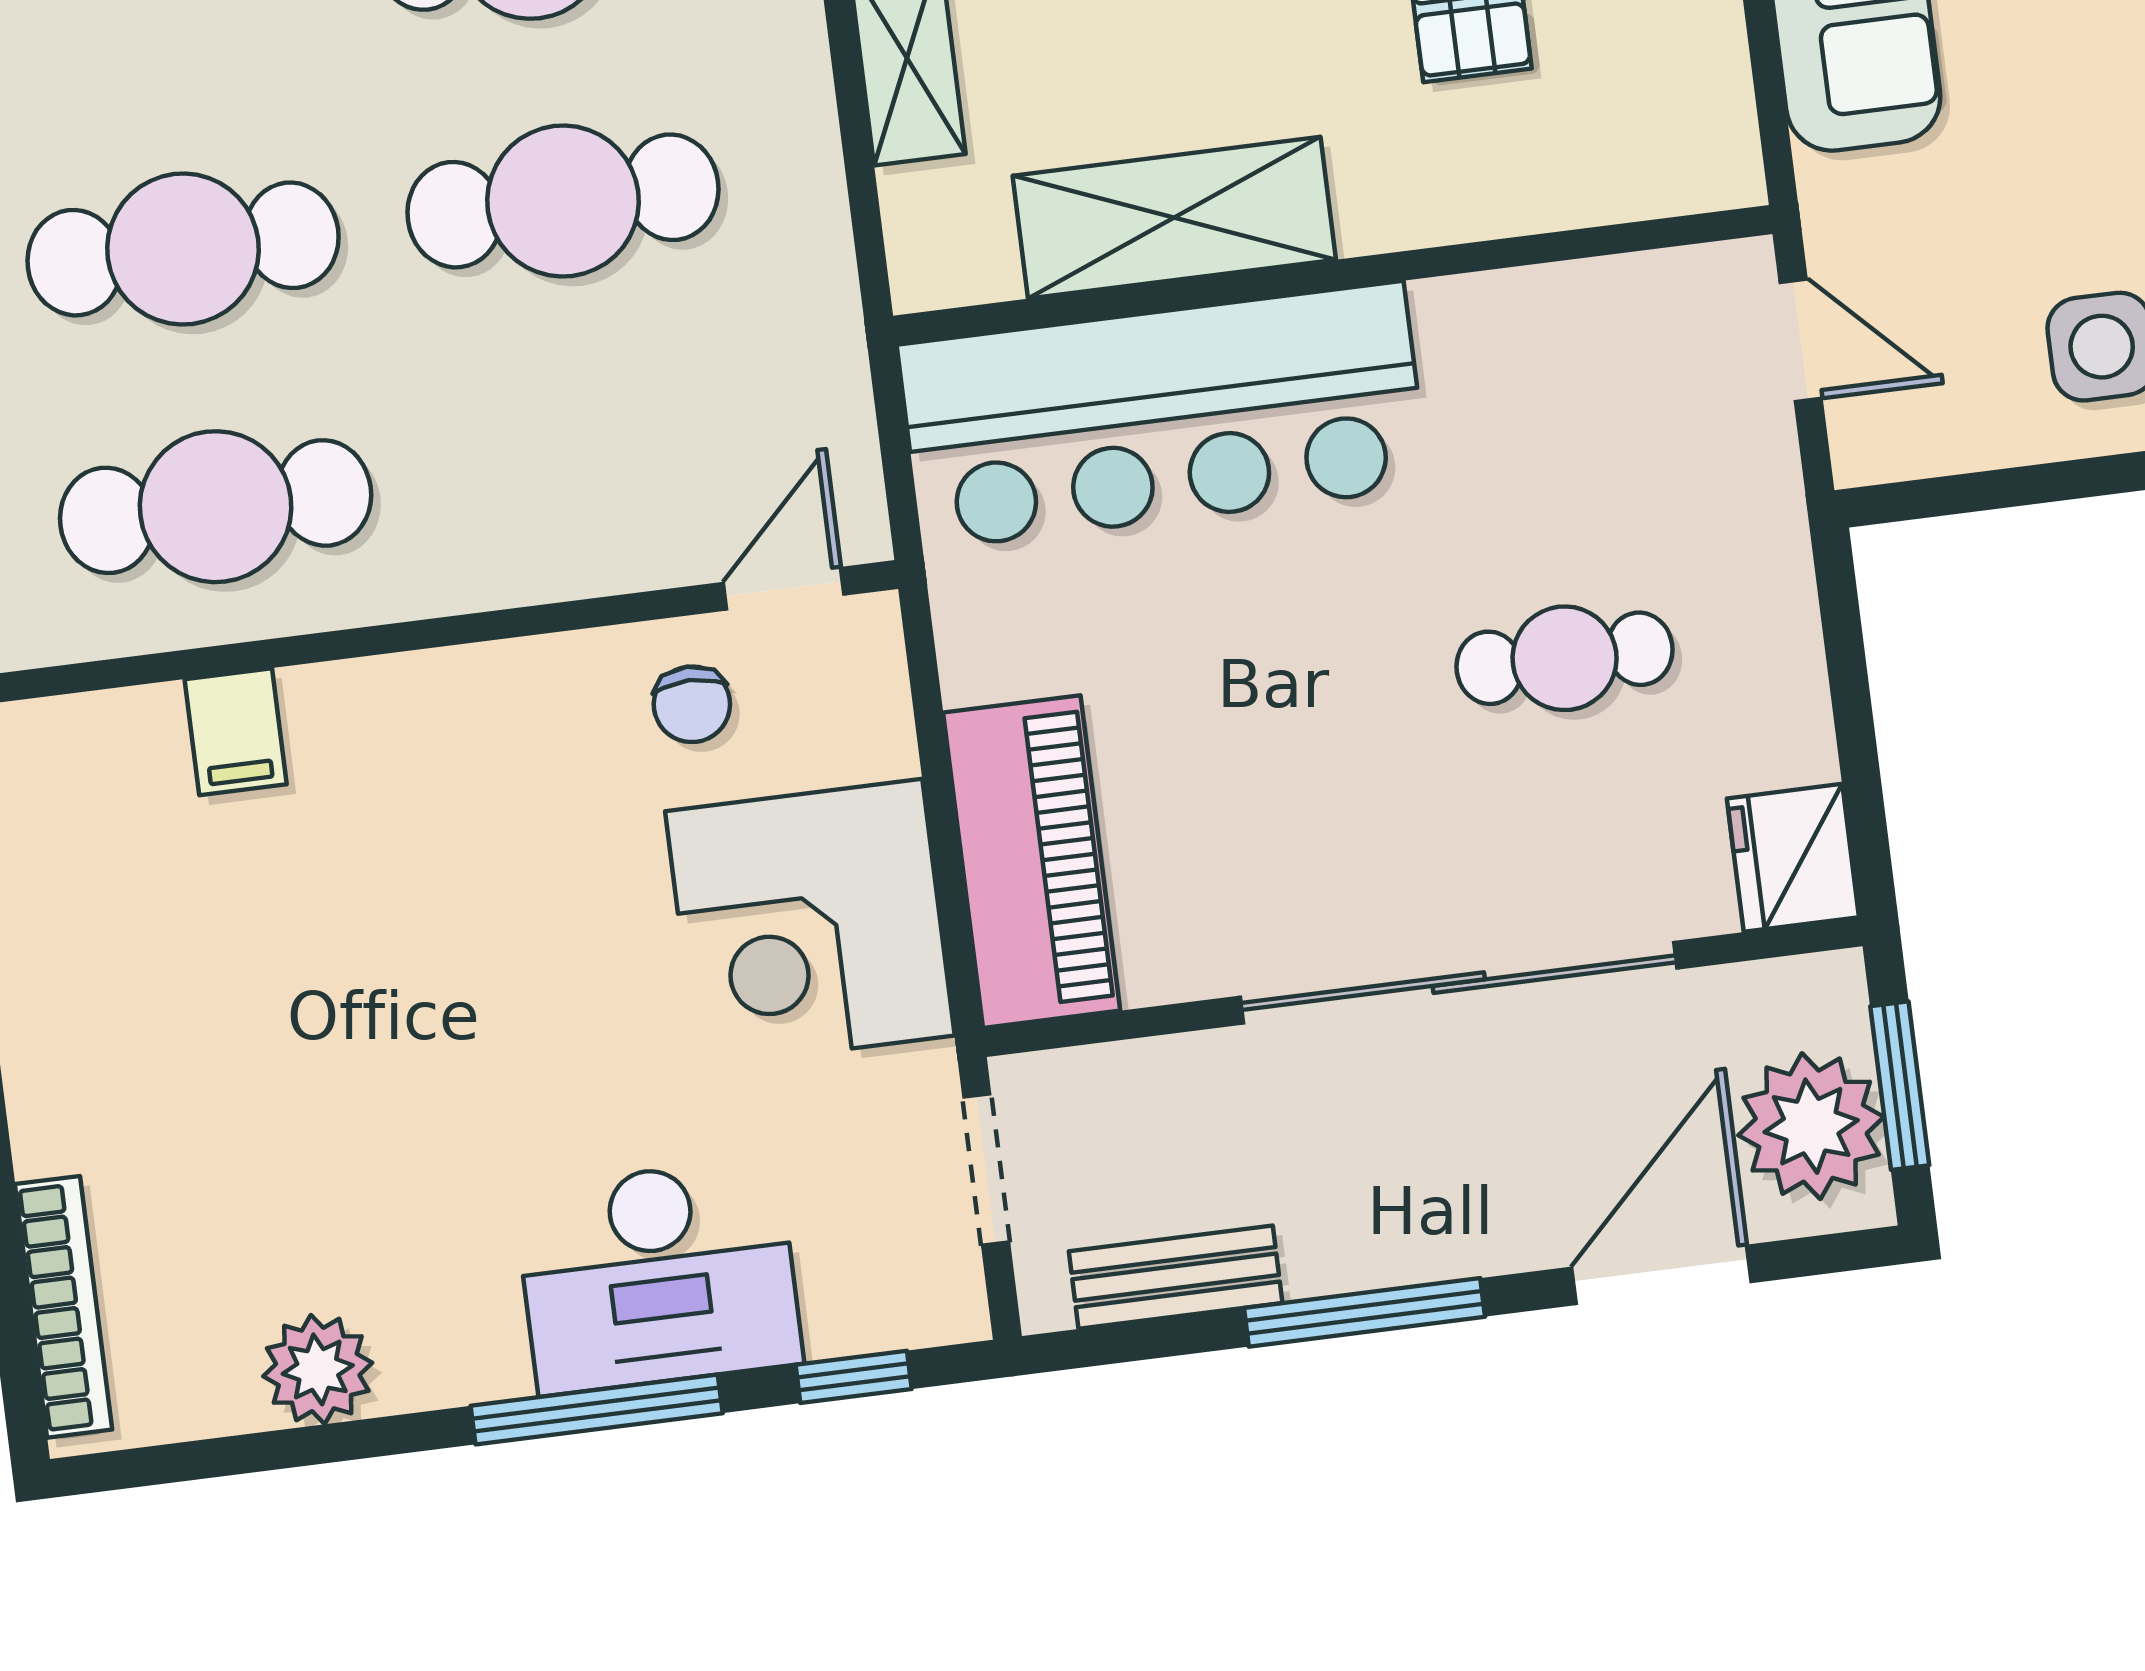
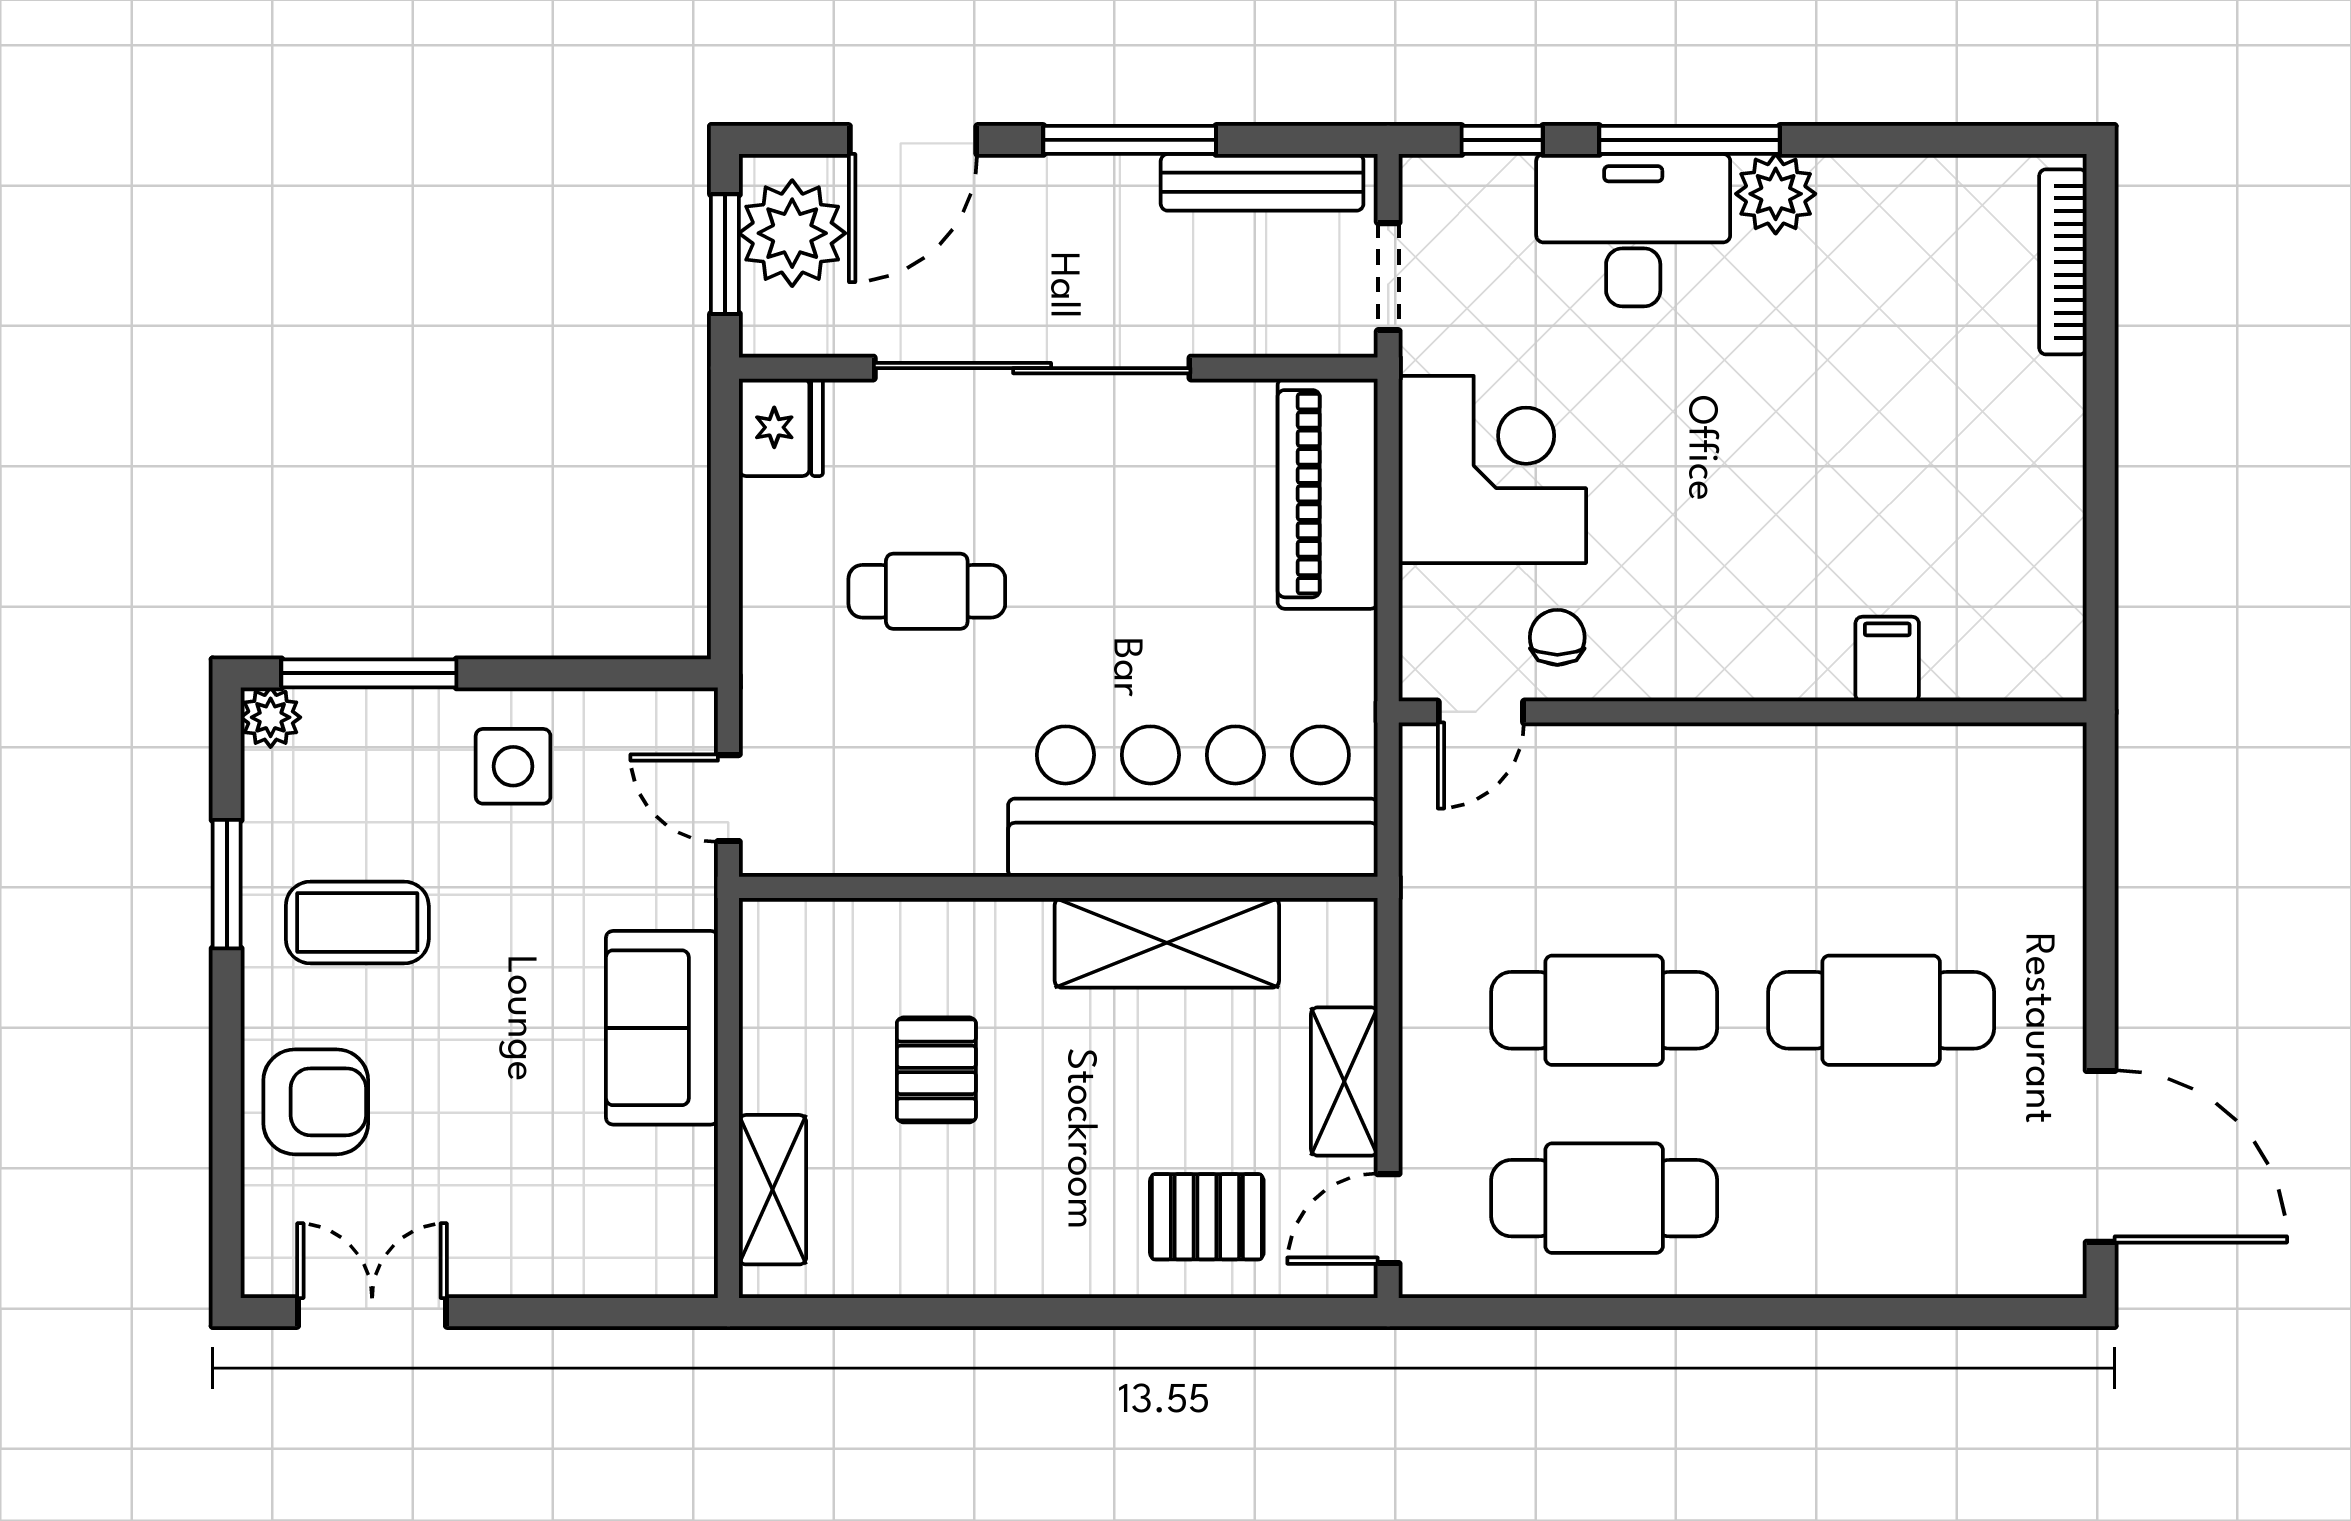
cafe table: (216, 507) -> (1881, 822), removed
bench: (1176, 1277) -> (1262, 182), width x1.36
plant: (318, 1369) -> (1776, 194), moved

